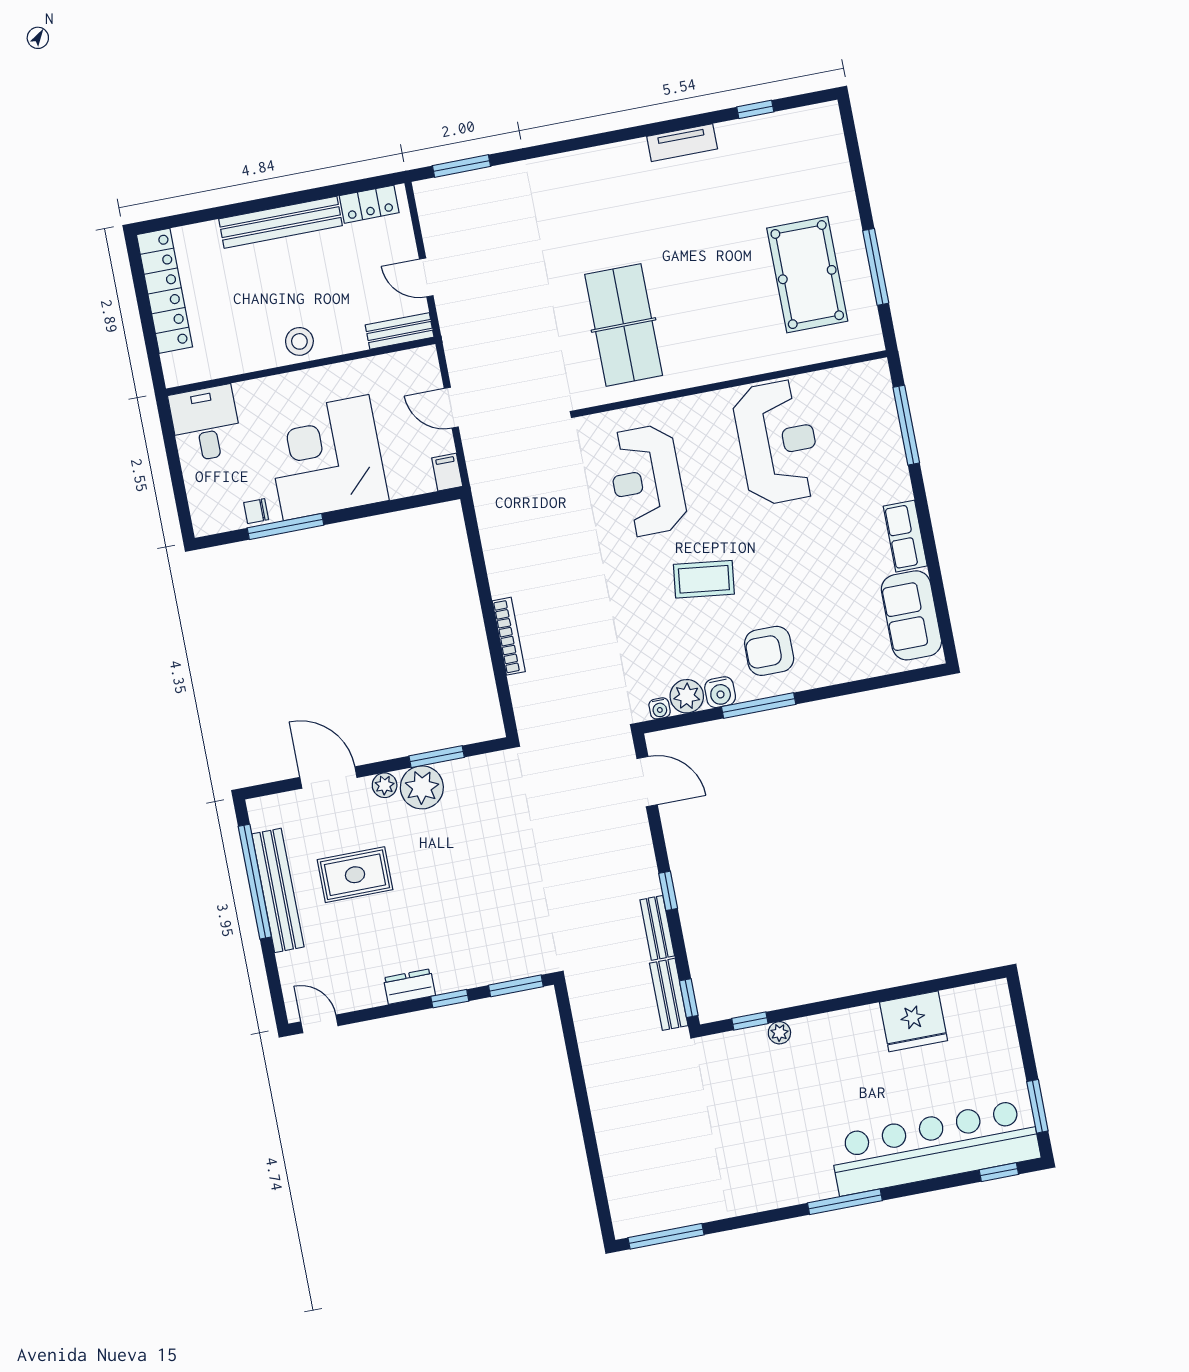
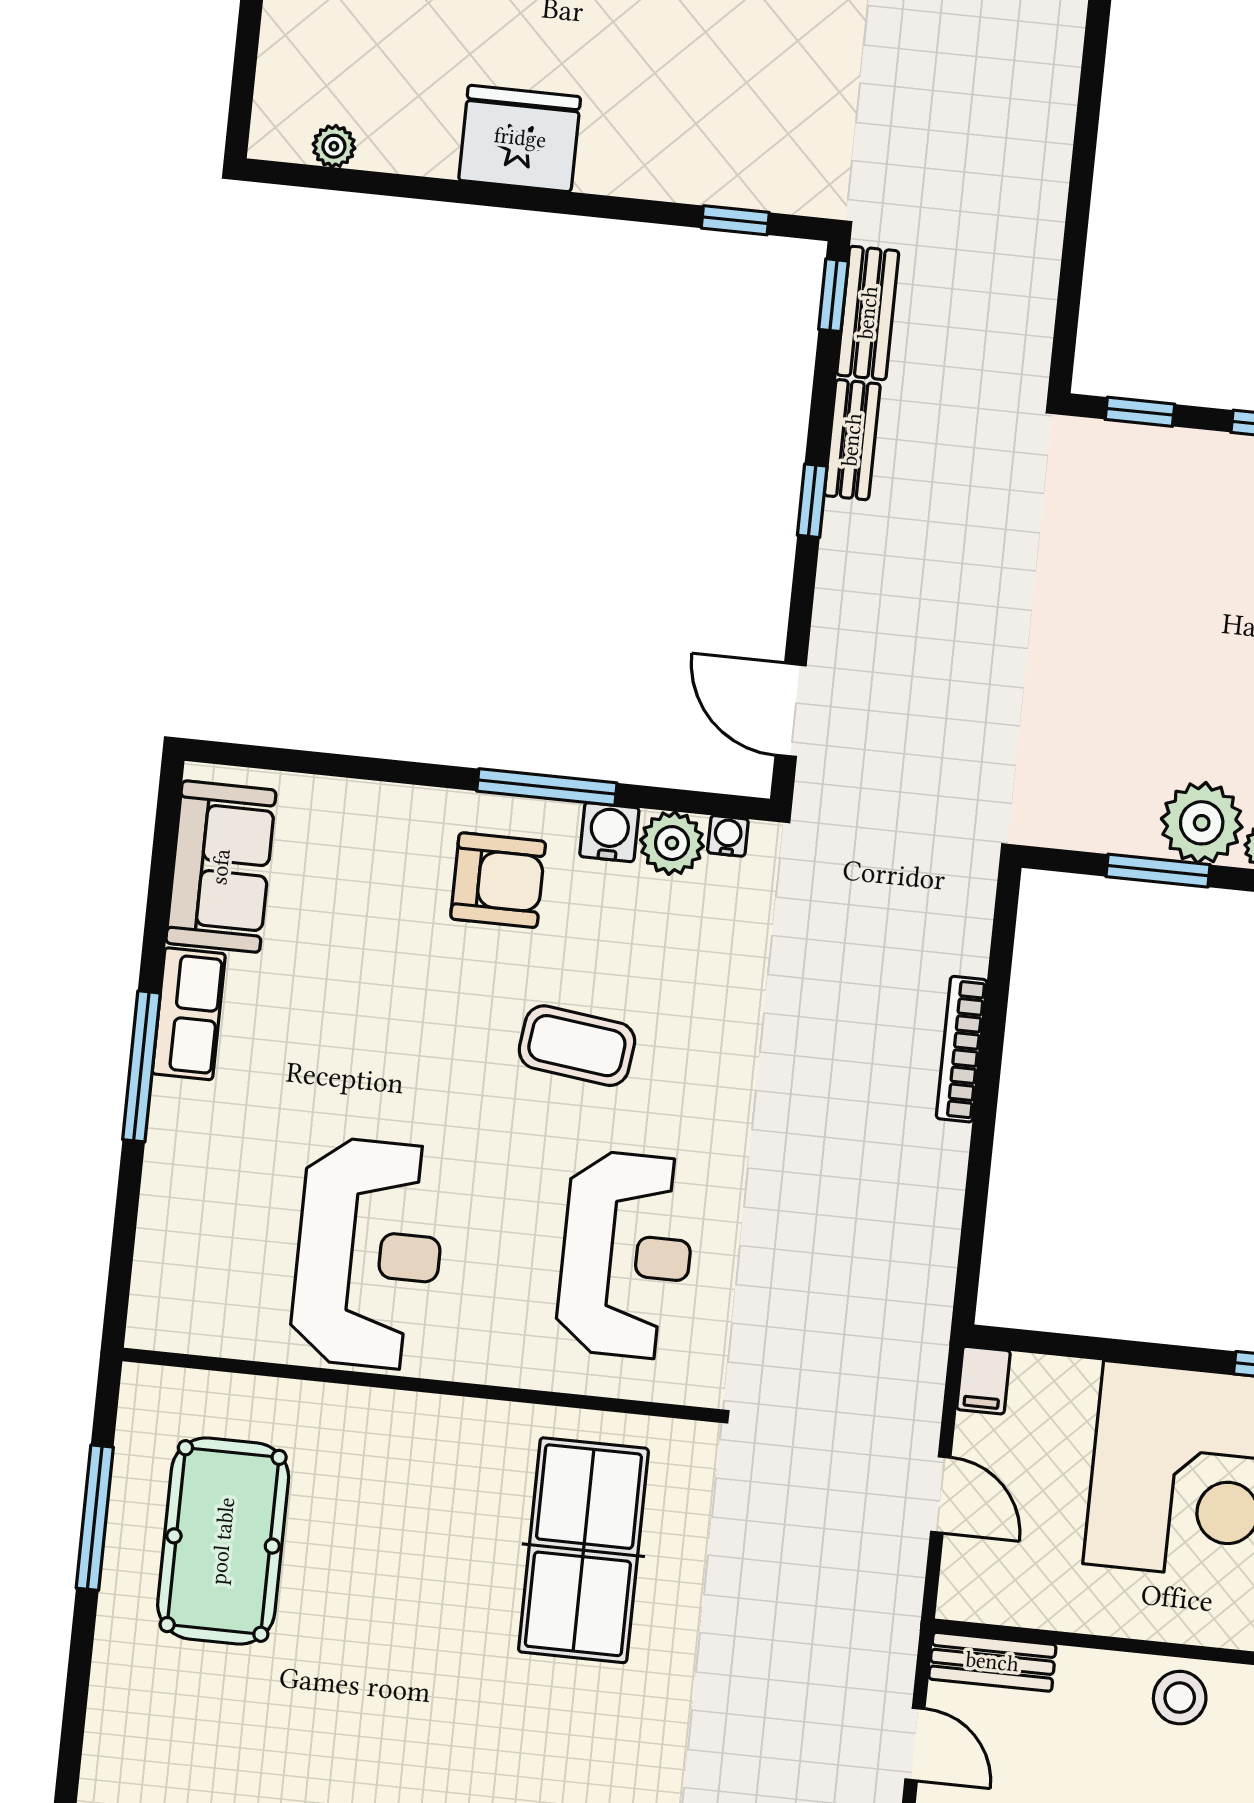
window: (906, 425) -> (141, 1066), moved
reception desk: (777, 442) -> (369, 1254), turned 180
window: (516, 986) -> (1140, 412), width x0.67
fridge: (914, 1021) -> (520, 138), moved
plant: (779, 1033) -> (334, 146), moved

